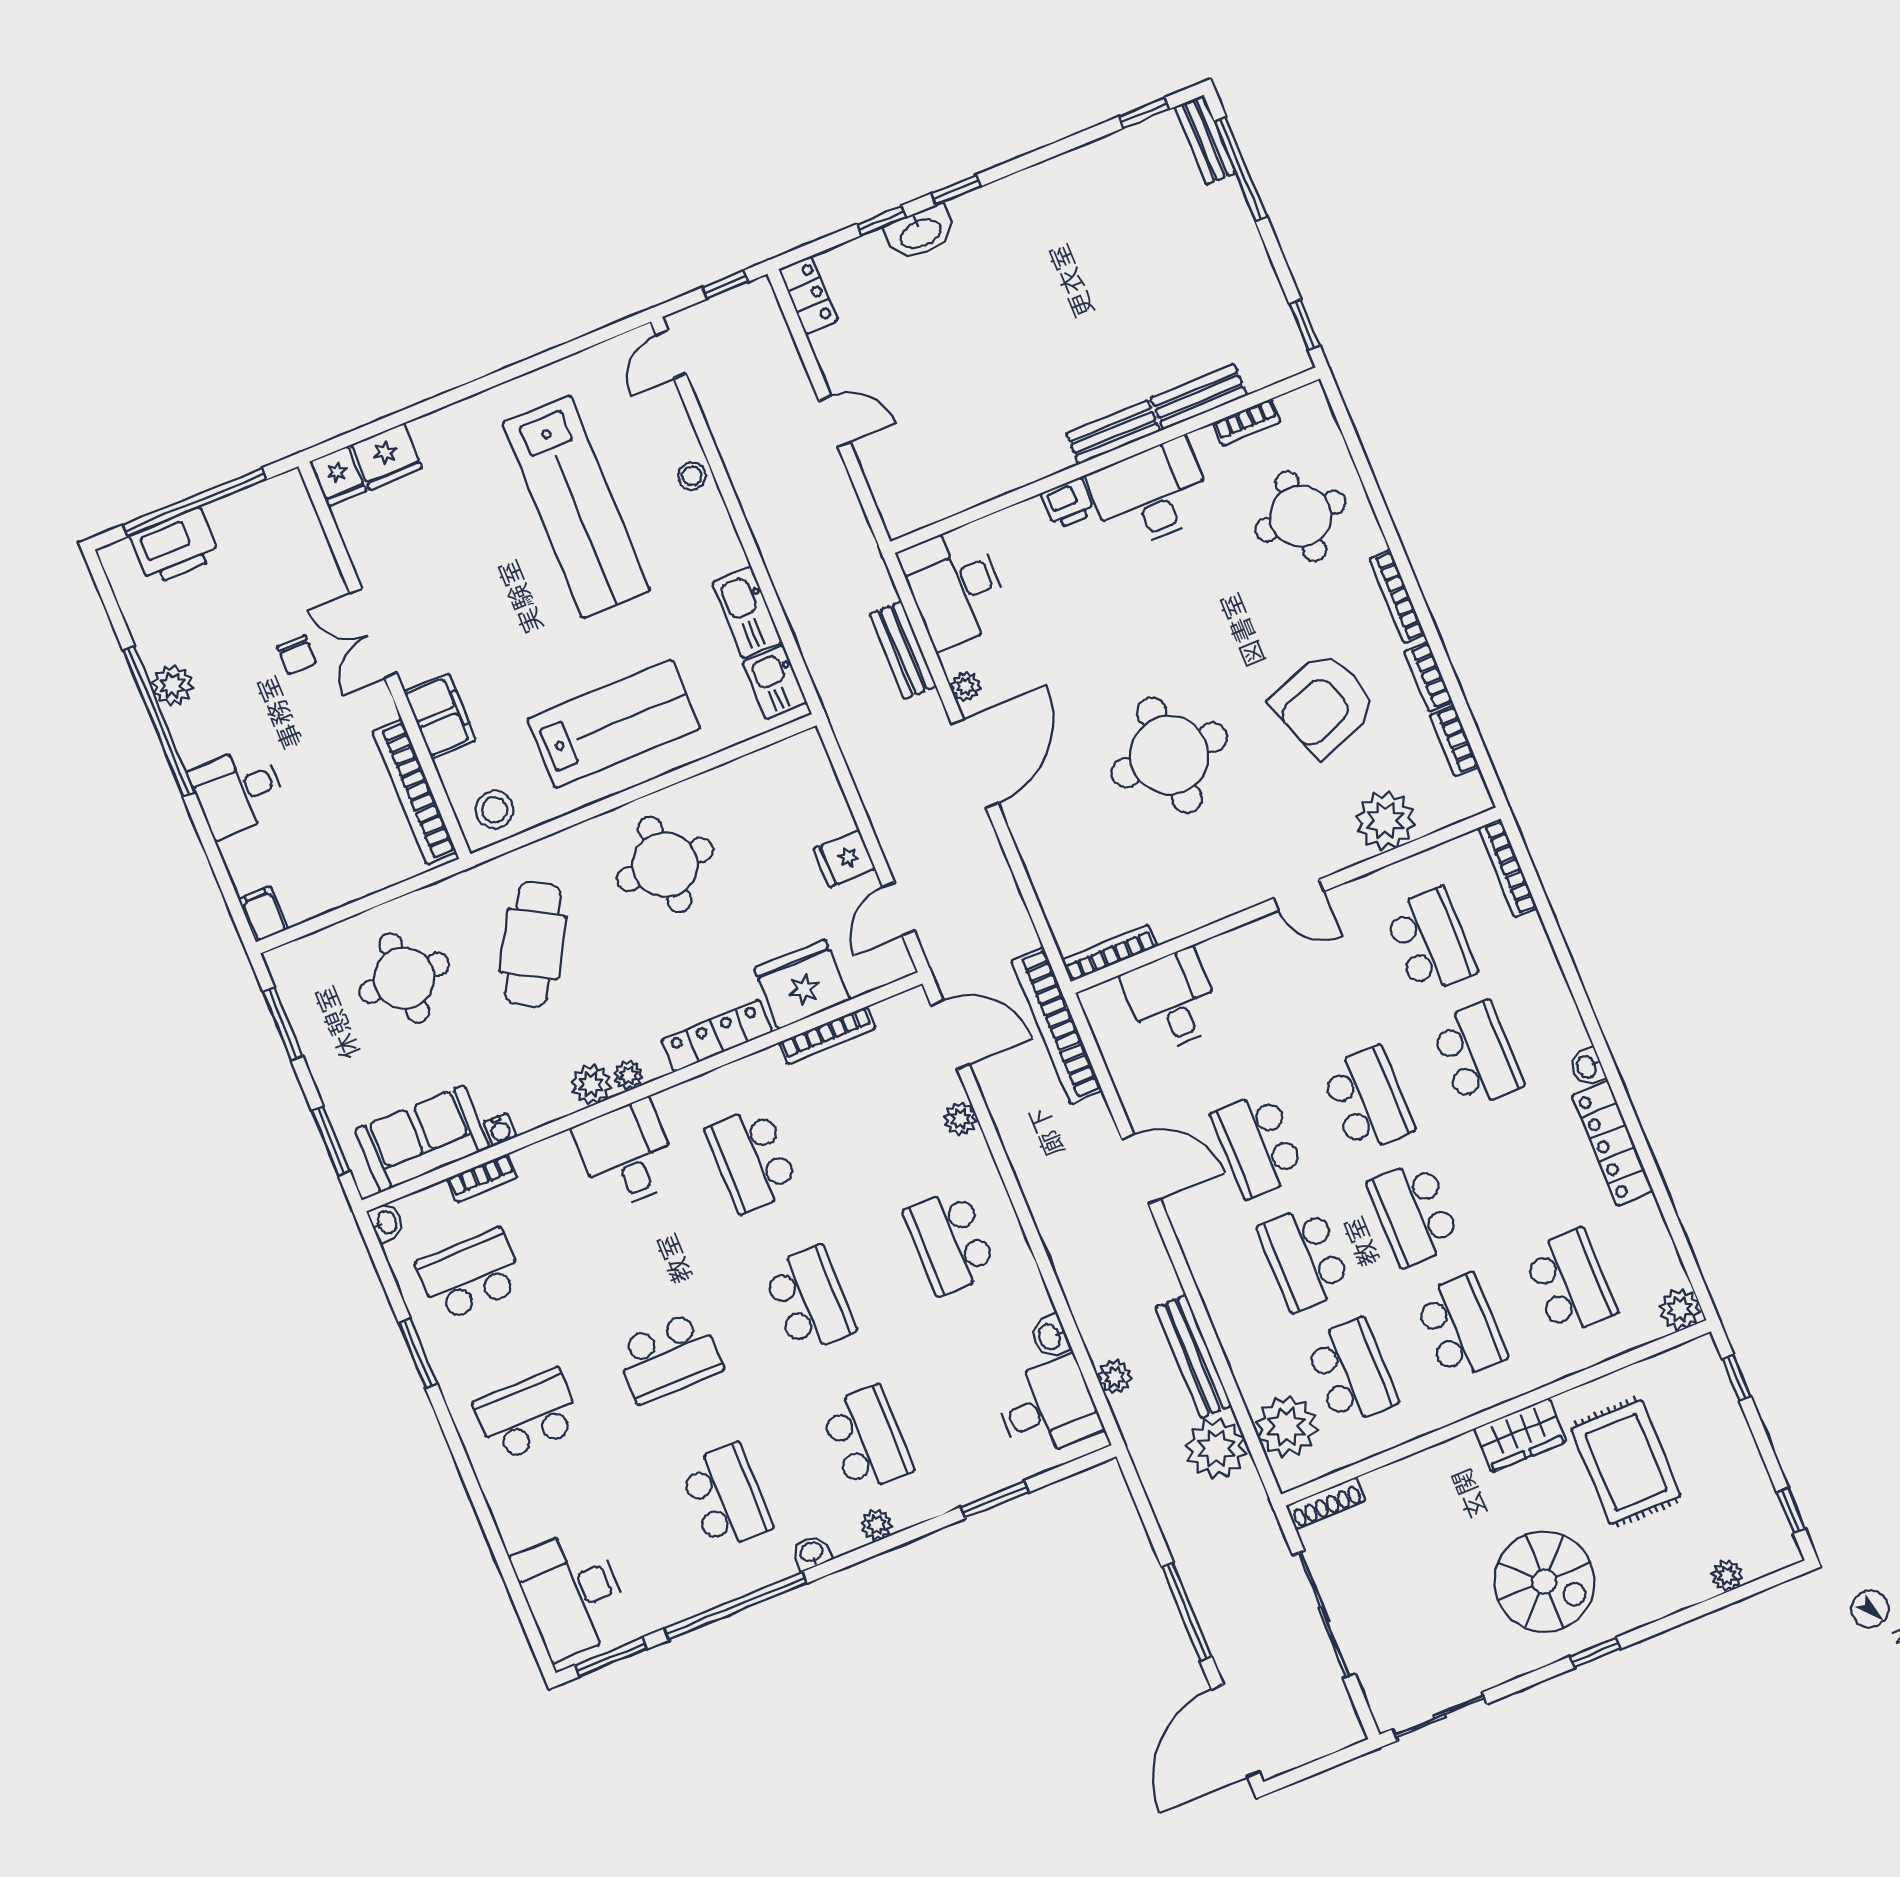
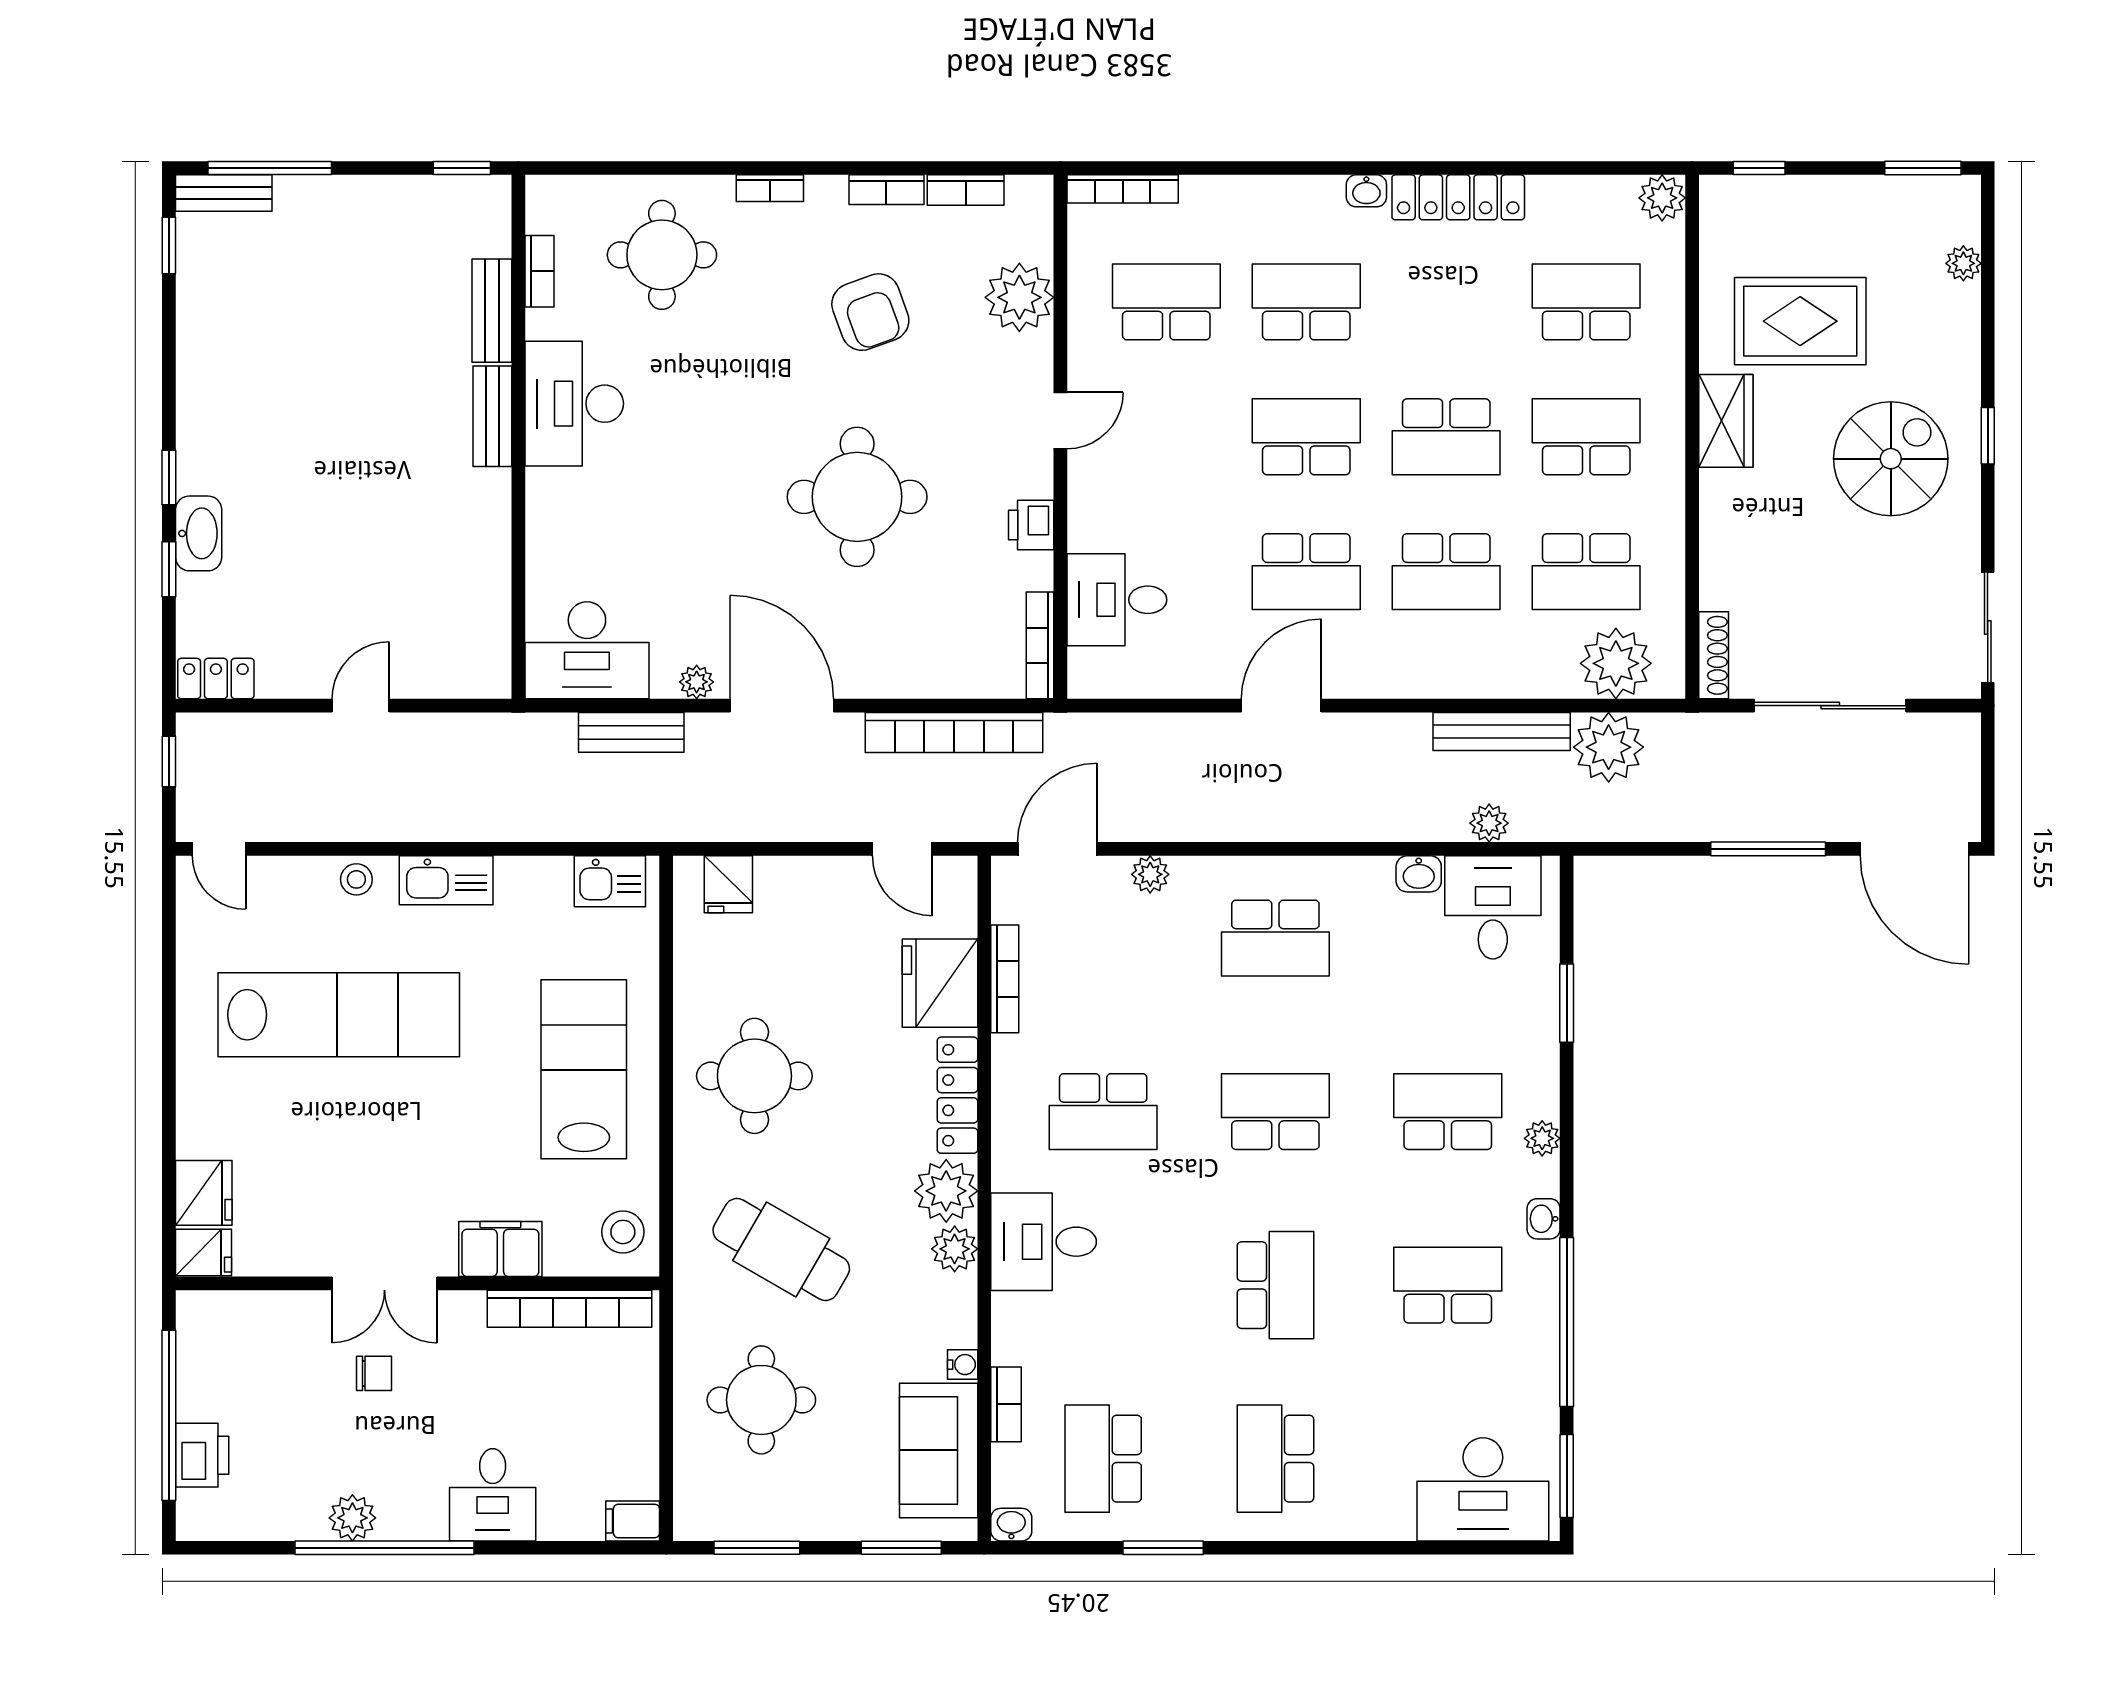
printer: (1068, 503) -> (1031, 525), moved, turned 180
printer: (175, 547) -> (202, 1455), width x0.73, depth x0.84
bookcase: (1397, 597) -> (770, 188), width x0.64
kitchen sink: (747, 612) -> (446, 880), moved
armchair: (1324, 704) -> (870, 312), width x0.73, depth x0.73
fridge: (844, 859) -> (728, 884), moved
bookcase: (1057, 1025) -> (954, 732), moved
plant: (628, 1075) -> (946, 1191), width x1.87, depth x1.87
school desk: (1351, 1372) -> (1586, 572), turned 180
window: (1791, 1511) -> (1923, 168), width x1.50

